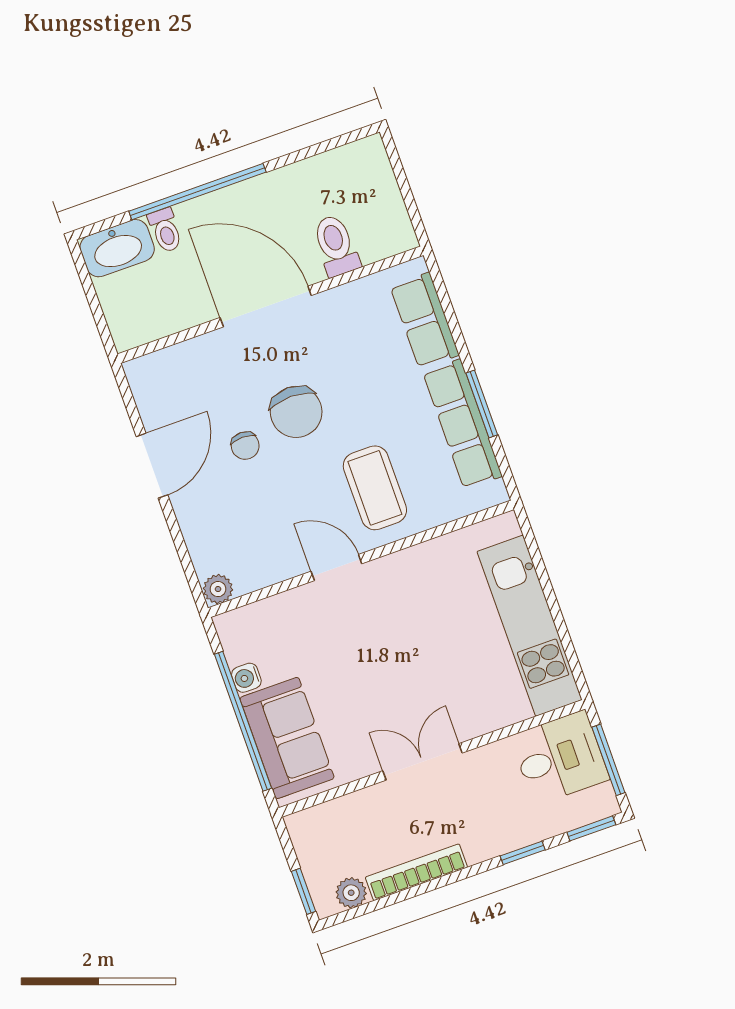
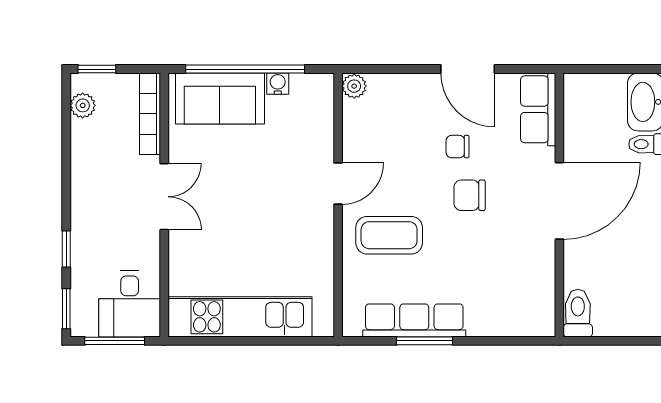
toilet: (336, 245) -> (578, 313), moved, turned -90
row of seats: (425, 321) -> (538, 109), moved, turned -90
chair: (296, 412) -> (470, 195), width x0.73, depth x0.73
bookcase: (416, 872) -> (150, 114), moved, turned 180

